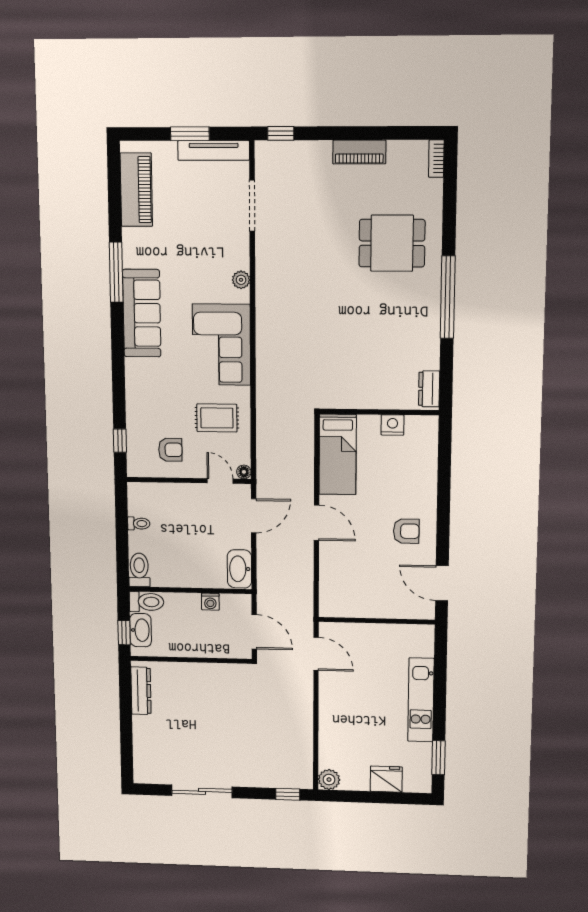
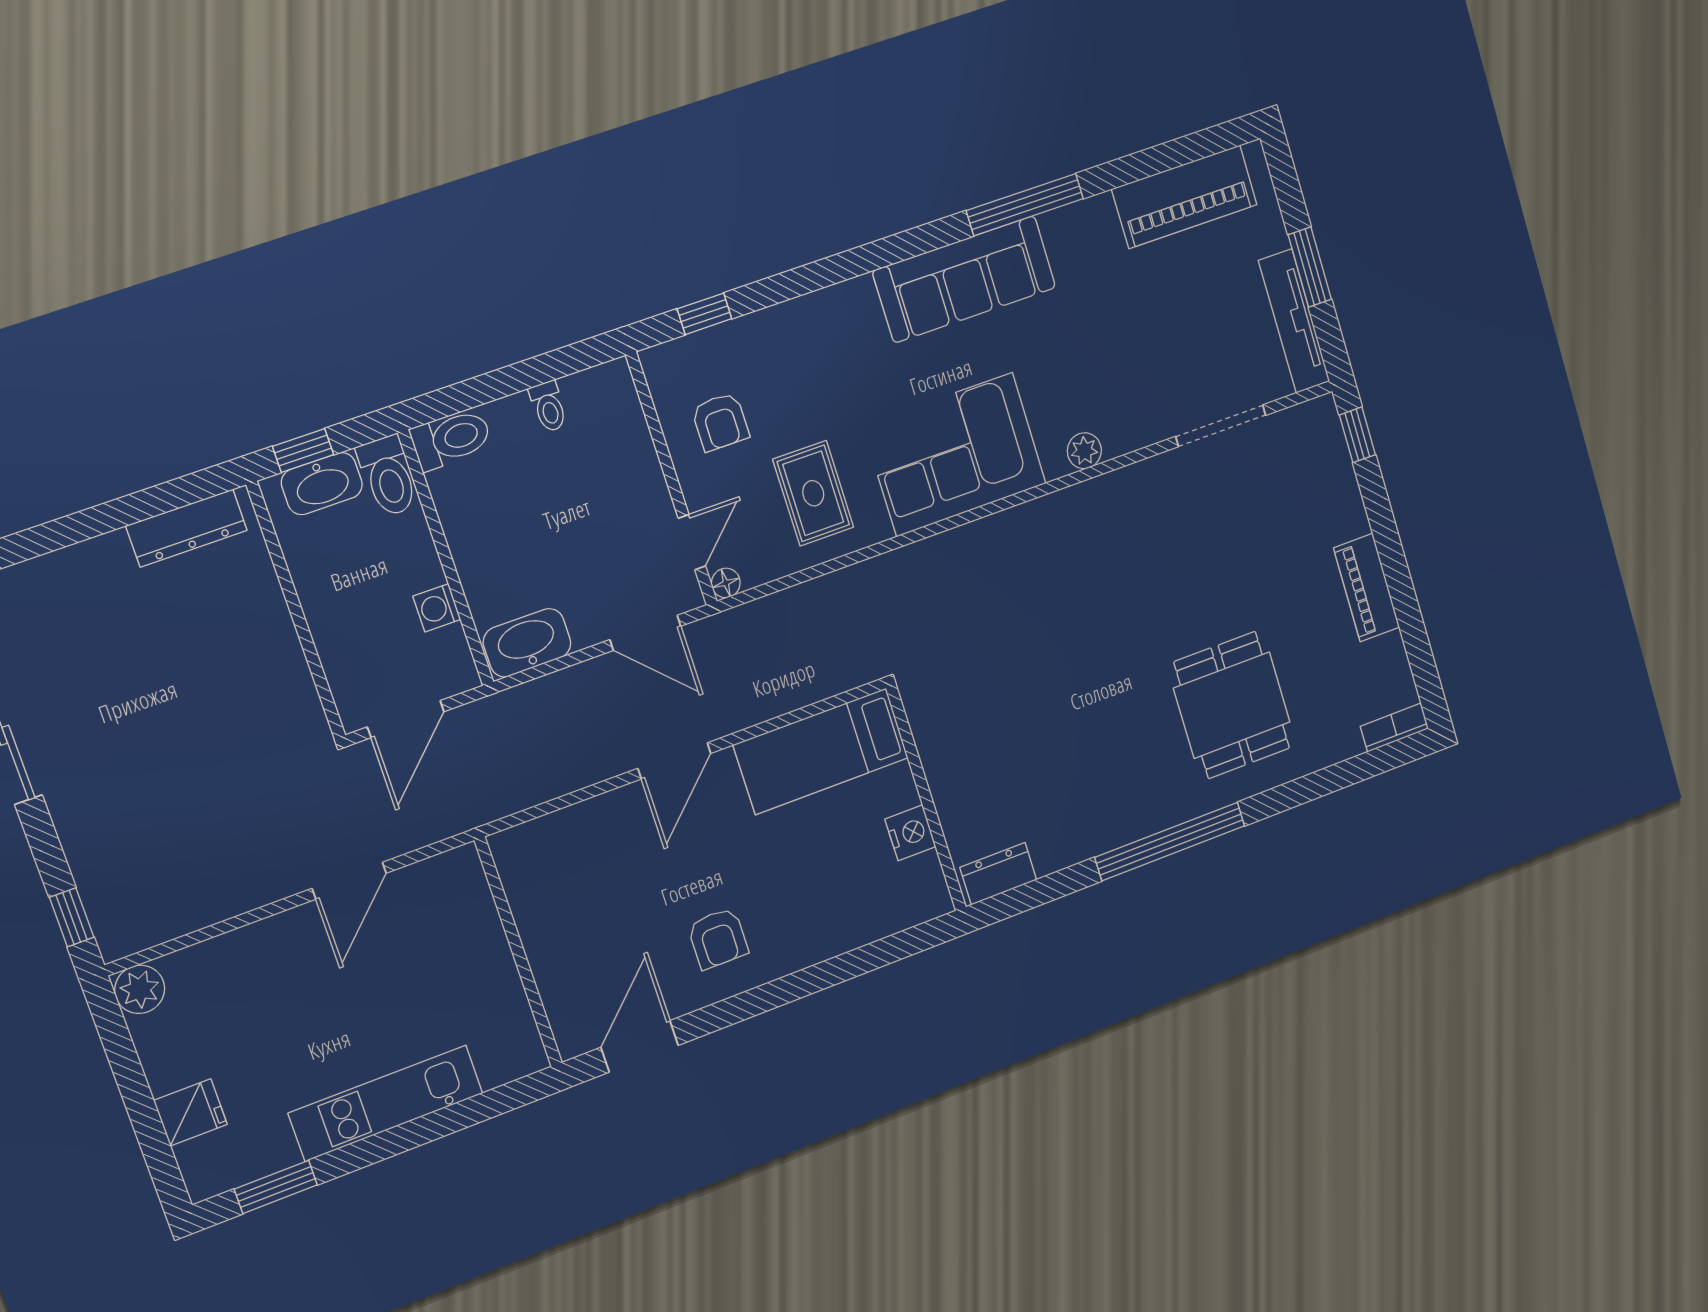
door: (316, 654) -> (349, 881), moved
fridge: (386, 779) -> (190, 1112), width x0.72

